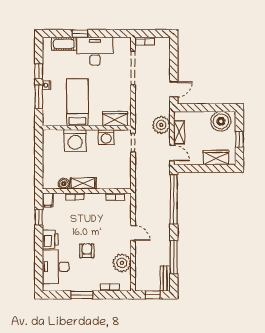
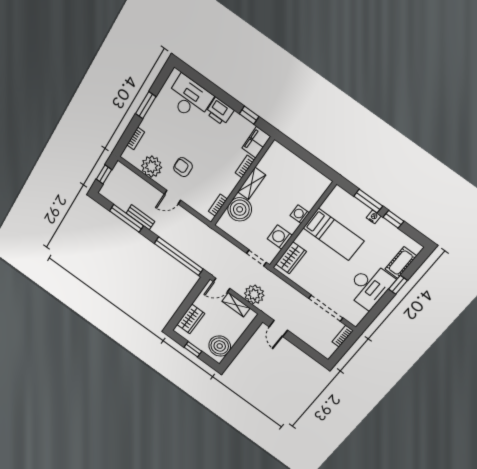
washing machine: (75, 141) -> (300, 214), width x0.53, depth x0.53
boiler: (64, 184) -> (240, 209), moved, width x1.86, depth x1.86
filing cabinet: (48, 200) -> (256, 142), width x2.00
armchair: (87, 251) -> (183, 167), moved, turned 180
bench: (165, 279) -> (140, 217), moved

